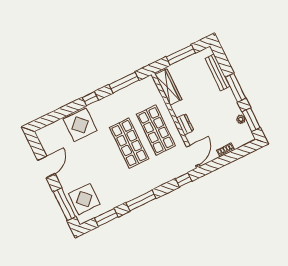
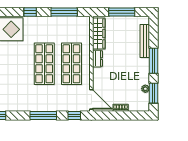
dresser: (185, 124) -> (97, 59), moved
door: (193, 156) -> (91, 99), hinge flipped
window: (141, 201) -> (43, 116), moved

